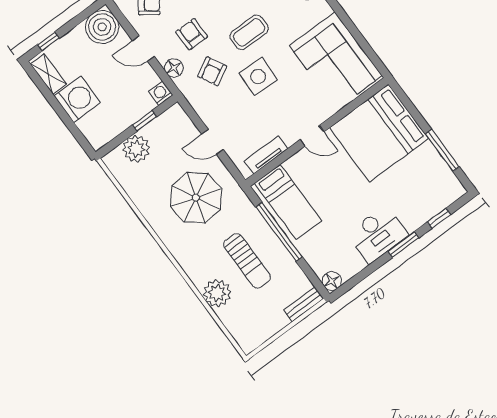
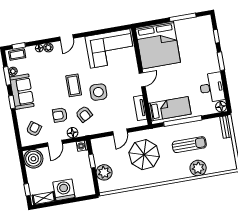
desk: (378, 234) -> (212, 87), moved

